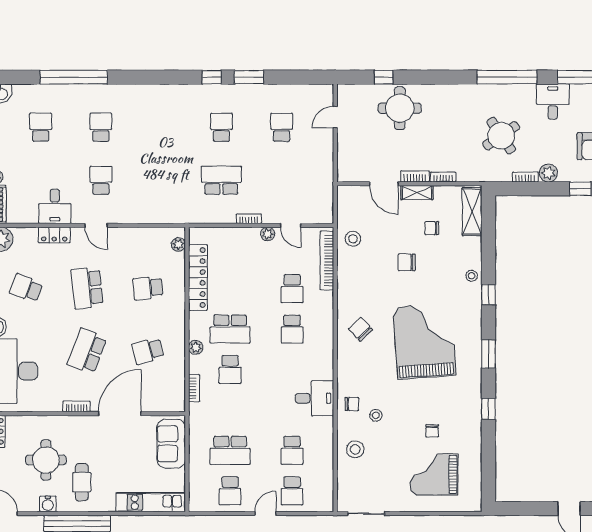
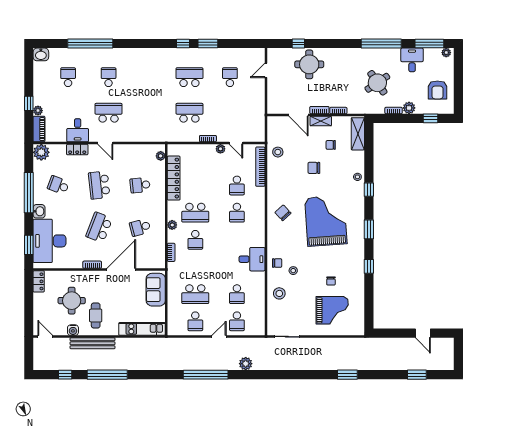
school desk: (221, 127) -> (189, 77), width x1.85
school desk: (101, 180) -> (109, 113), width x1.85
grand piano: (434, 474) -> (332, 310), turned 180

